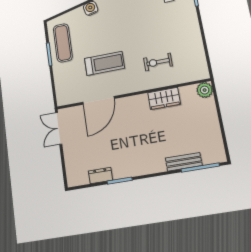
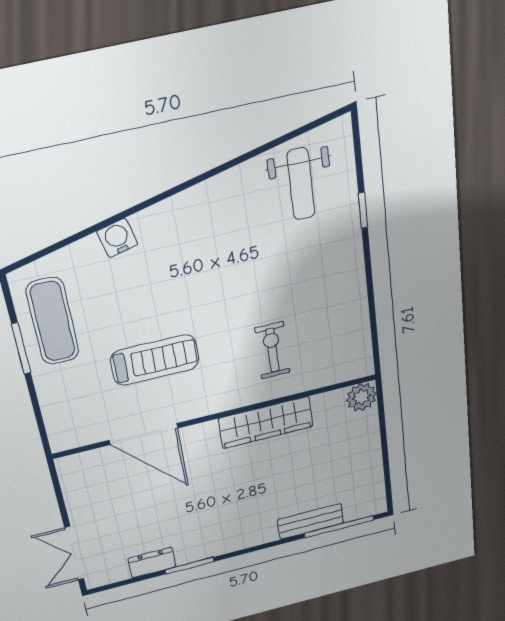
exercise bike: (158, 62) -> (272, 350), turned 90
wardrobe: (164, 98) -> (266, 423), width x1.50
door: (98, 100) -> (144, 434), hinge flipped
double door: (59, 128) -> (74, 553), moved

